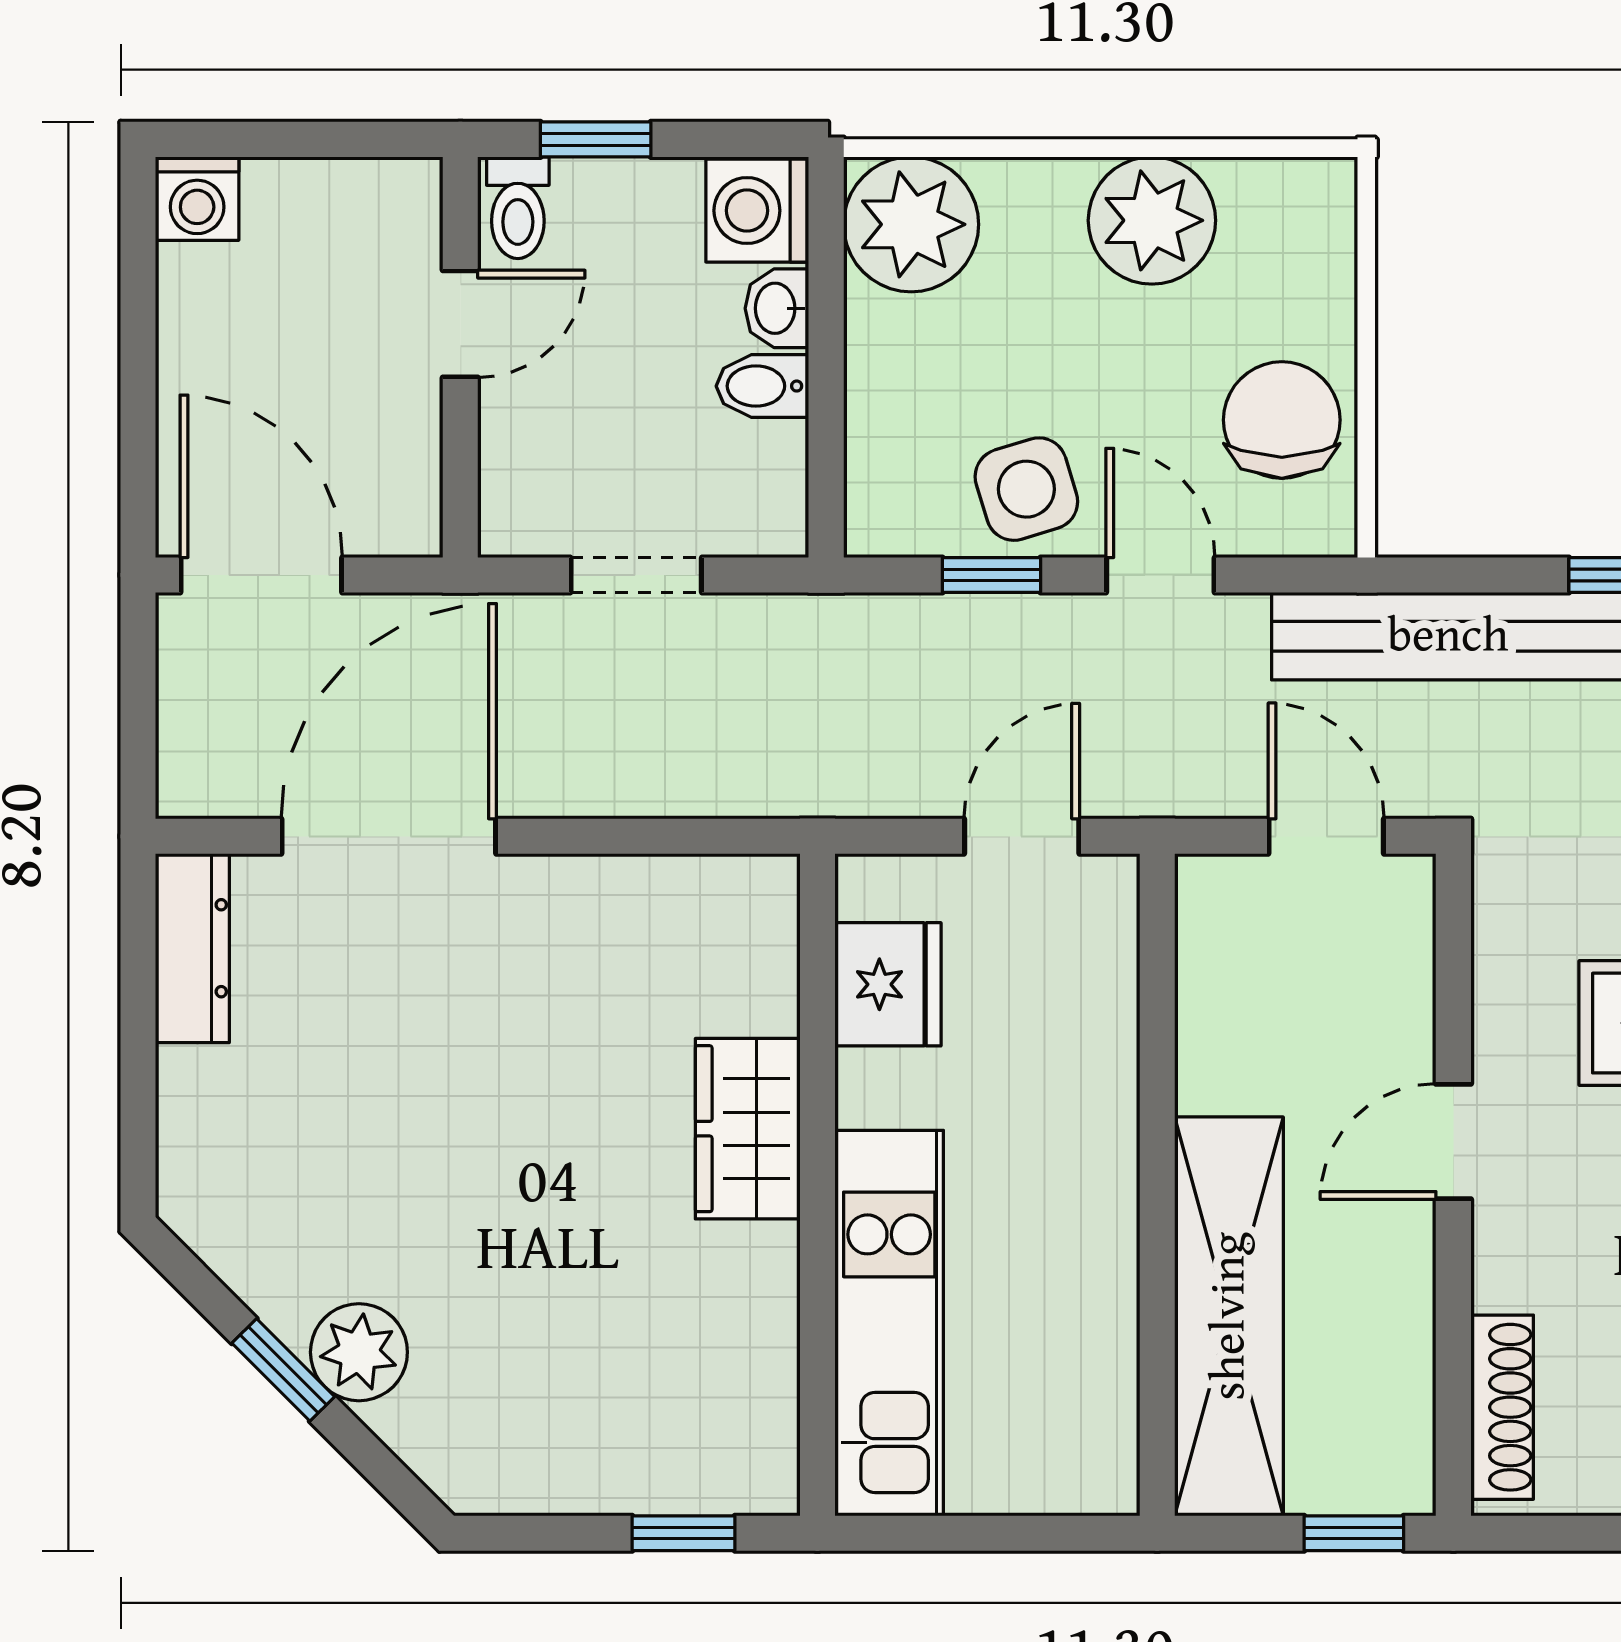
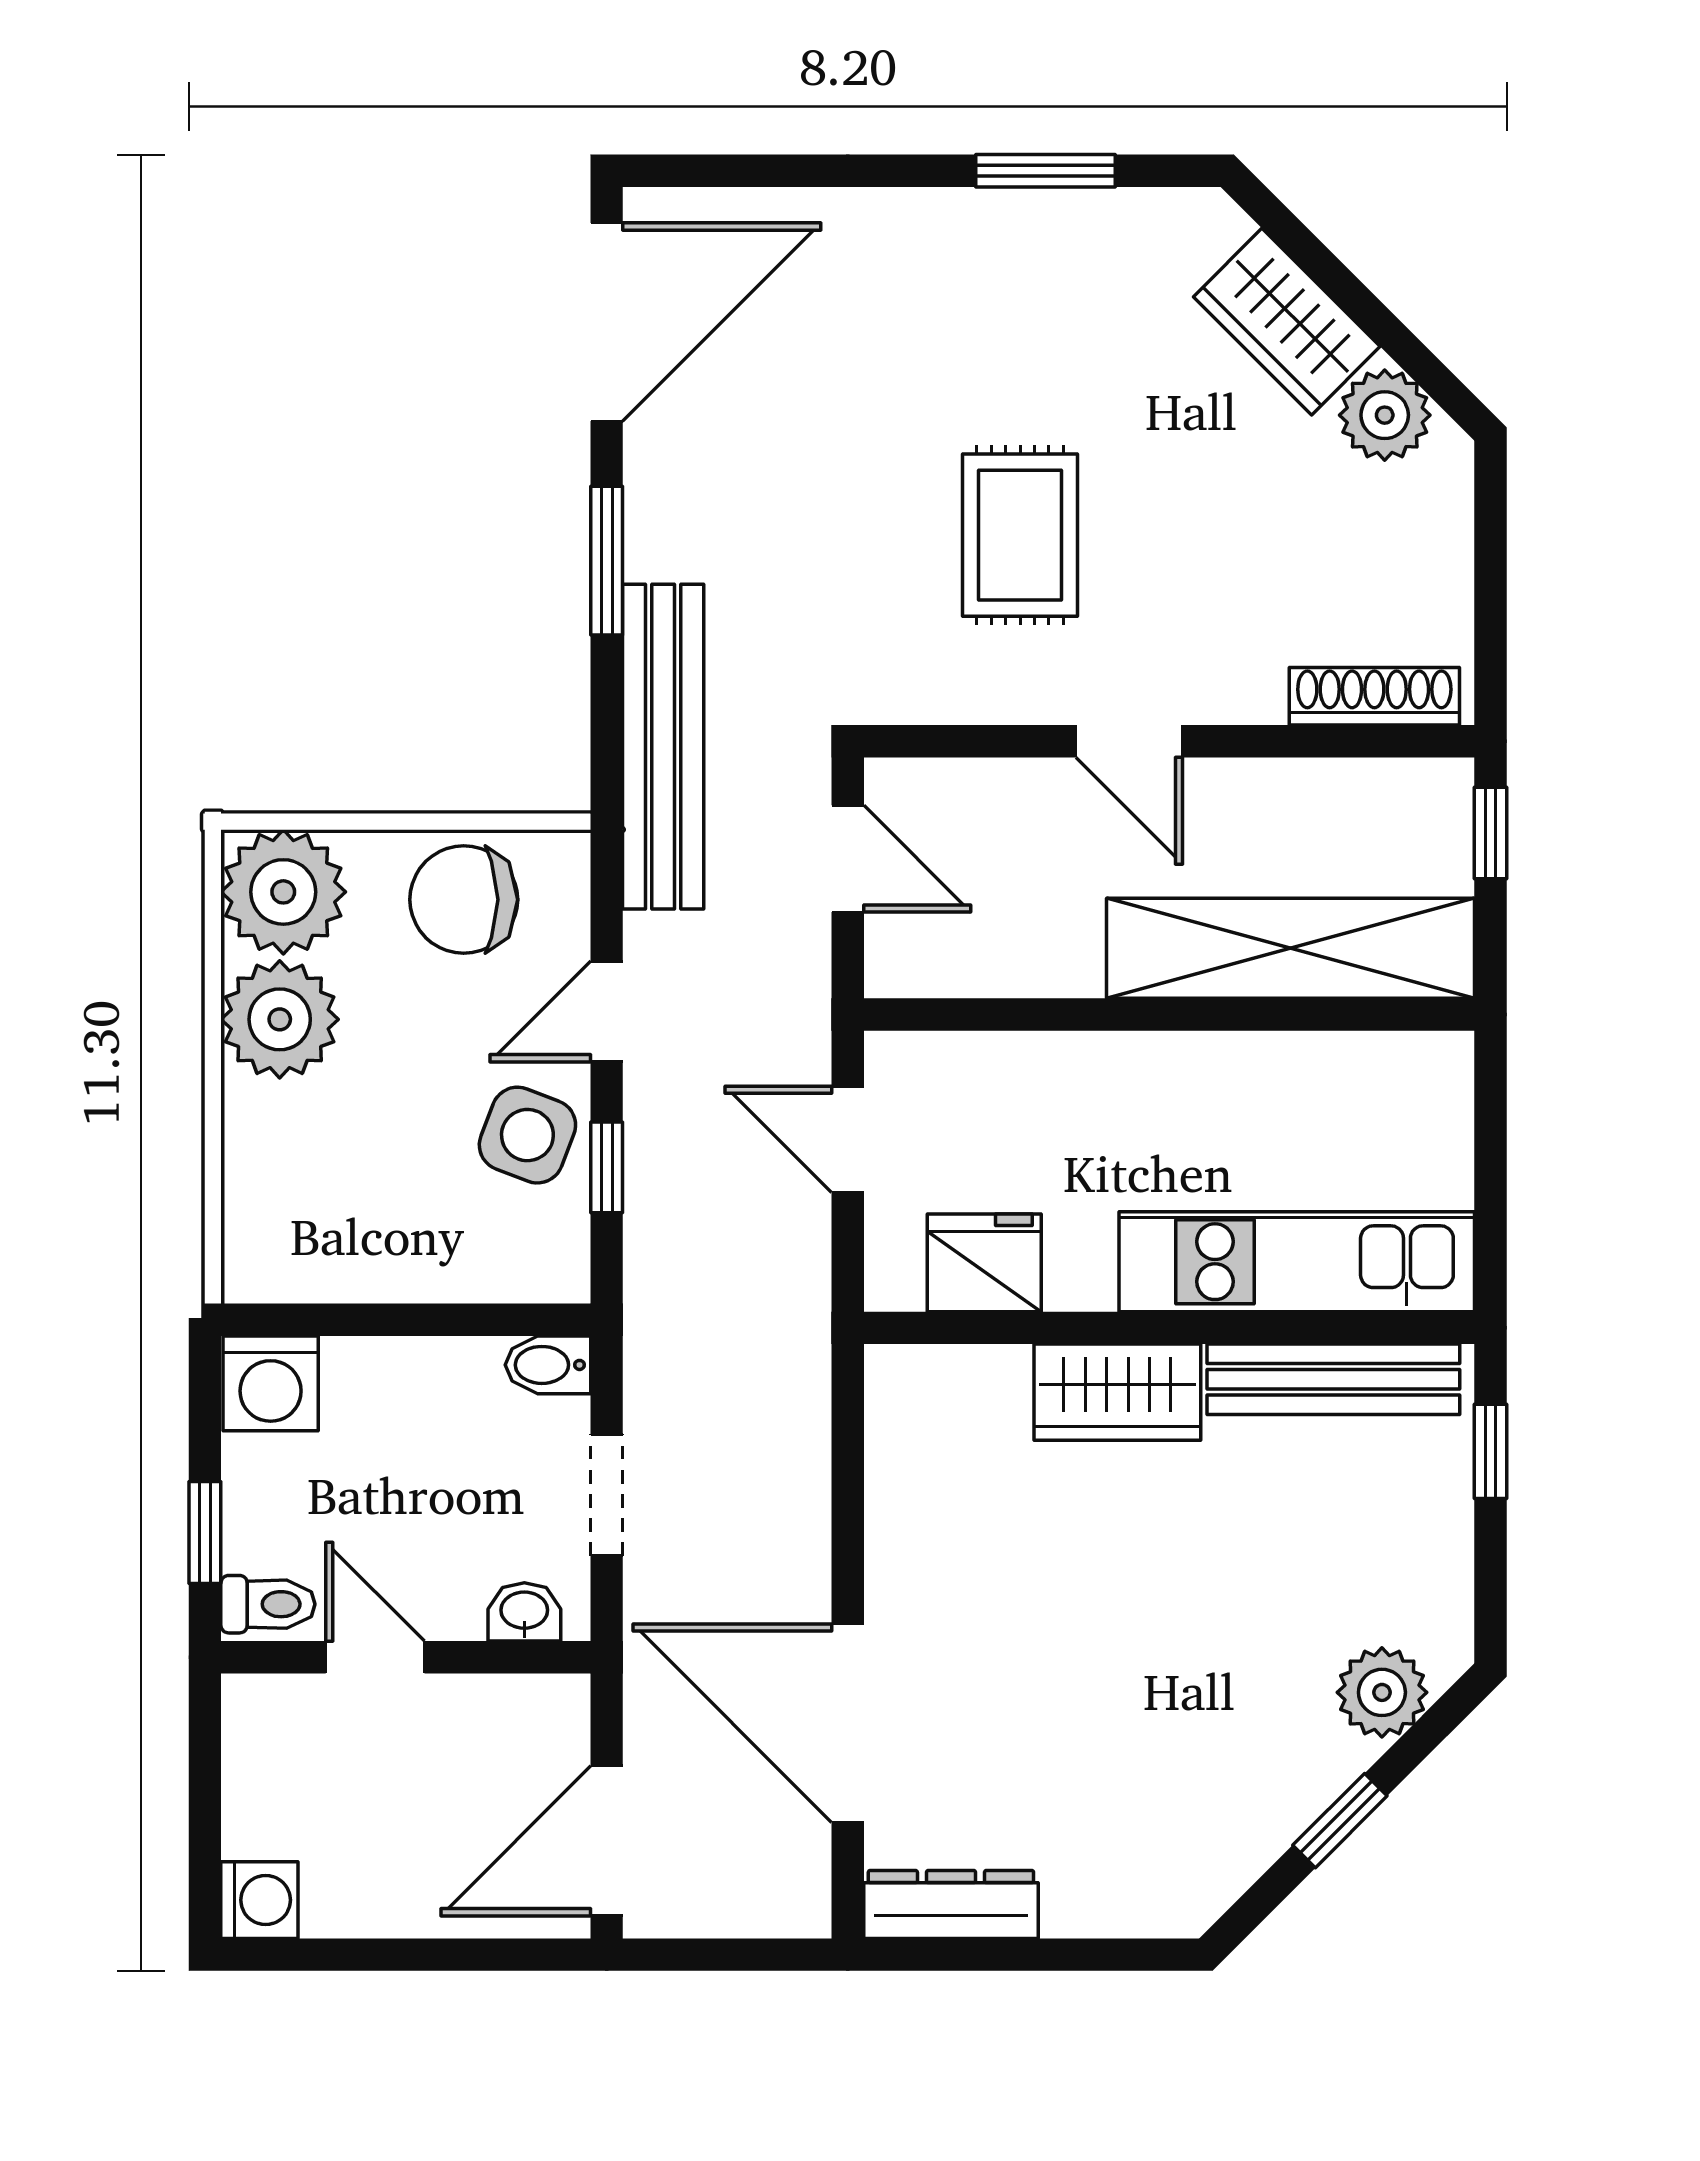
plant: (911, 224) -> (283, 892), moved
washbasin: (777, 308) -> (524, 1612), moved, turned 180
bidet: (762, 386) -> (548, 1365), moved, turned 90
side table: (1026, 489) -> (527, 1135), turned 38
door: (1326, 836) -> (848, 859), swing flipped
plant: (359, 1352) -> (1382, 1692), moved
bench: (762, 1363) -> (1333, 1379), added

